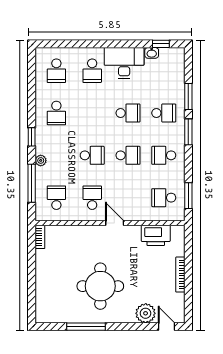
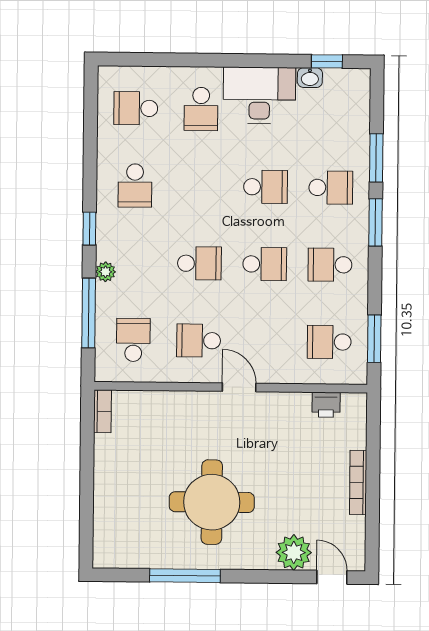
school desk: (56, 71) -> (136, 108), turned 90
school desk: (92, 198) -> (199, 341), turned -90
printer: (156, 235) -> (326, 405), width x0.53, depth x0.68

